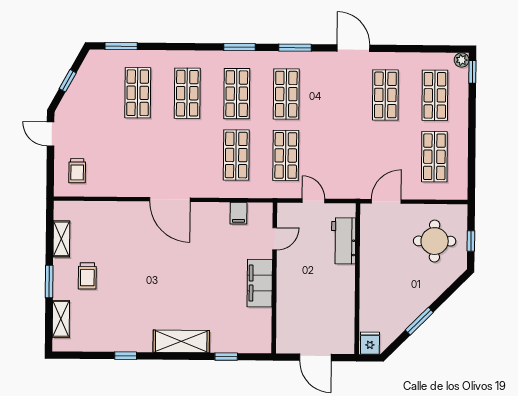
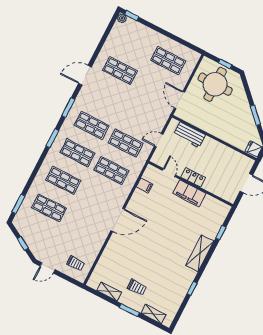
shop shelf: (435, 95) -> (134, 43), removed
round table: (435, 241) -> (215, 84), width x1.36, depth x1.36
locker: (285, 277) -> (193, 177), added

